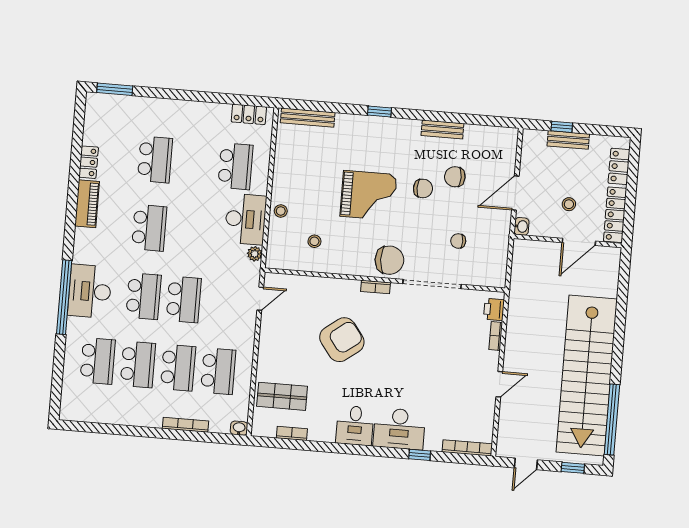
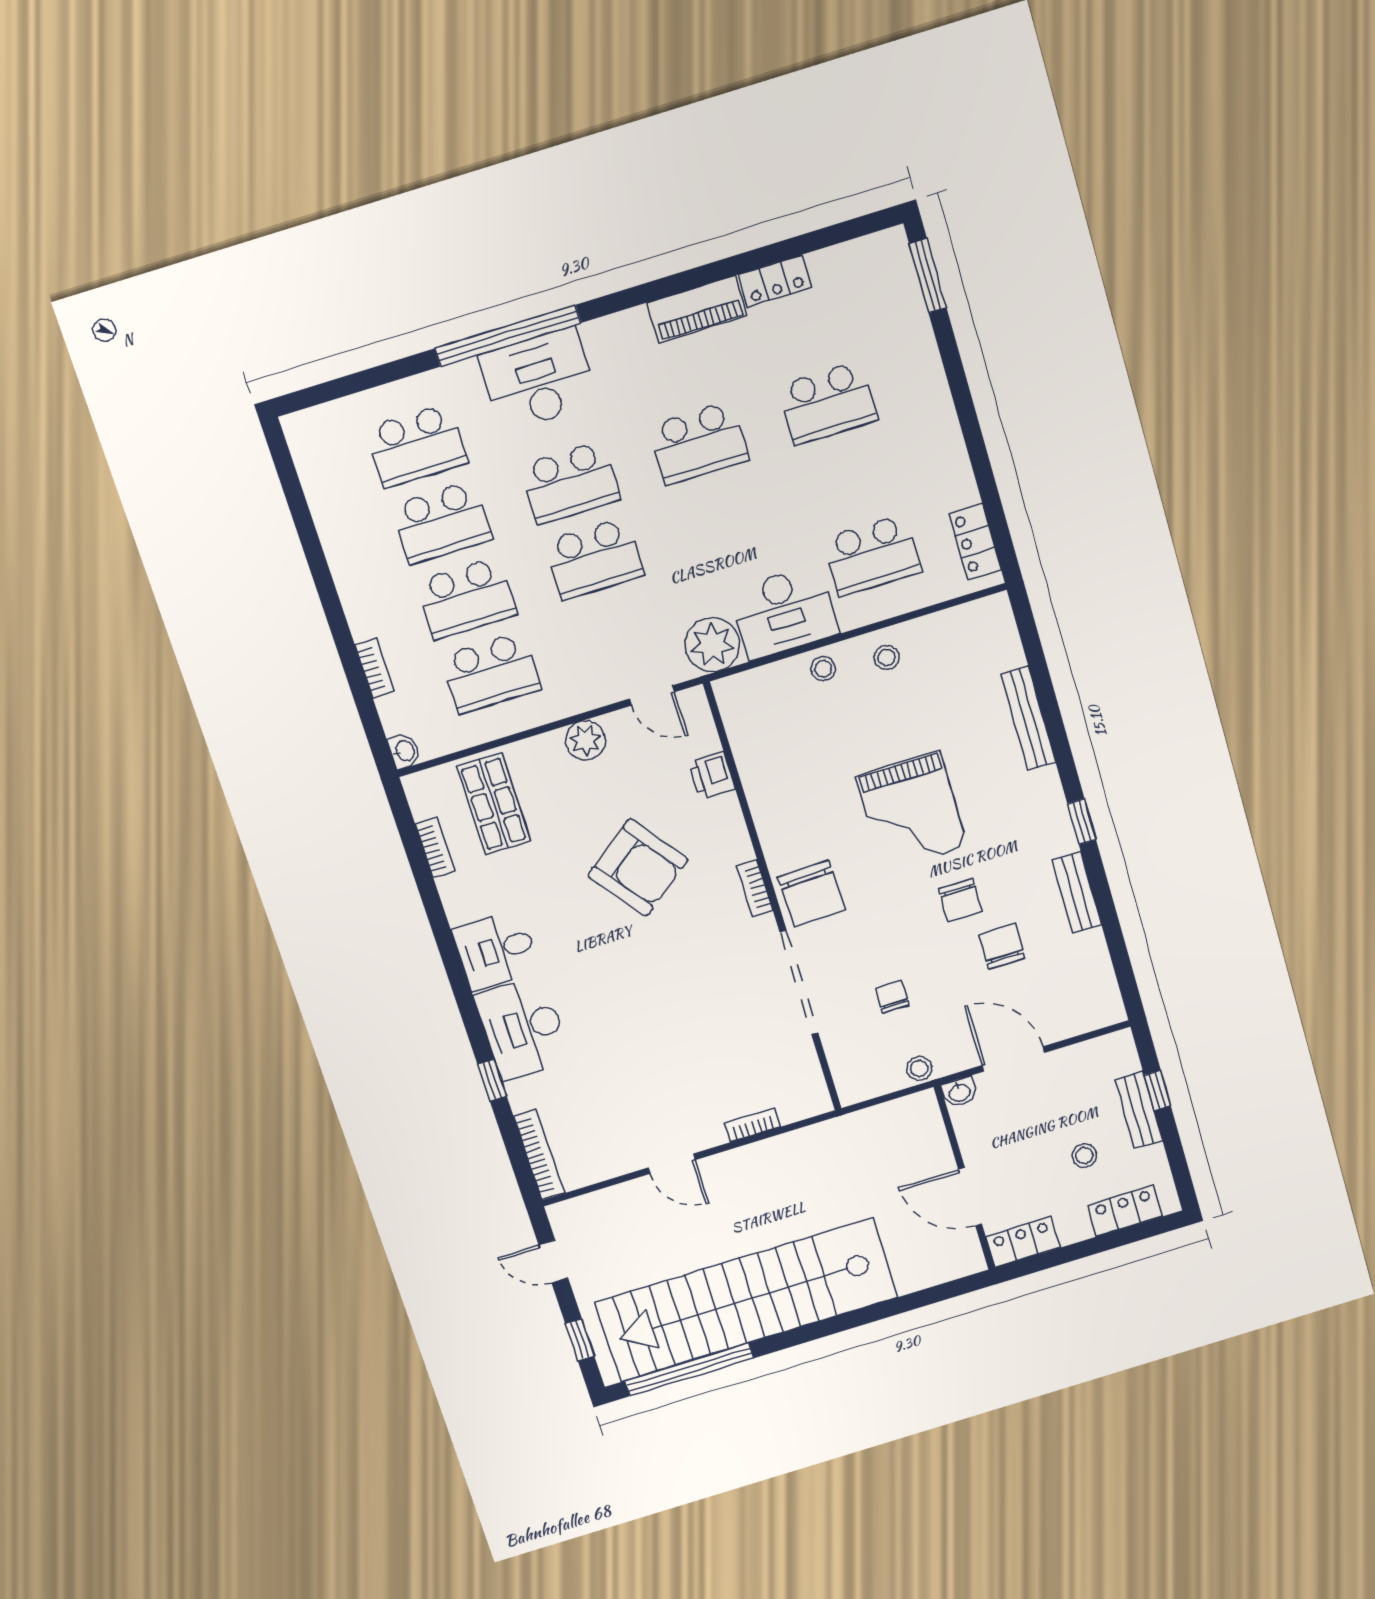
window: (379, 111) -> (1082, 822), moved
bench: (308, 118) -> (1028, 718), moved
stool: (569, 204) -> (1084, 1155), moved
locker: (615, 215) -> (1023, 1242), width x0.66
stool: (314, 241) -> (887, 657), moved
stool: (501, 242) -> (919, 1068), added
plant: (255, 254) -> (712, 645), width x1.87, depth x1.87
printer: (494, 309) -> (712, 775), moved, turned -90
plant: (269, 339) -> (586, 740), added
bookcase: (185, 425) -> (374, 668), width x0.64

